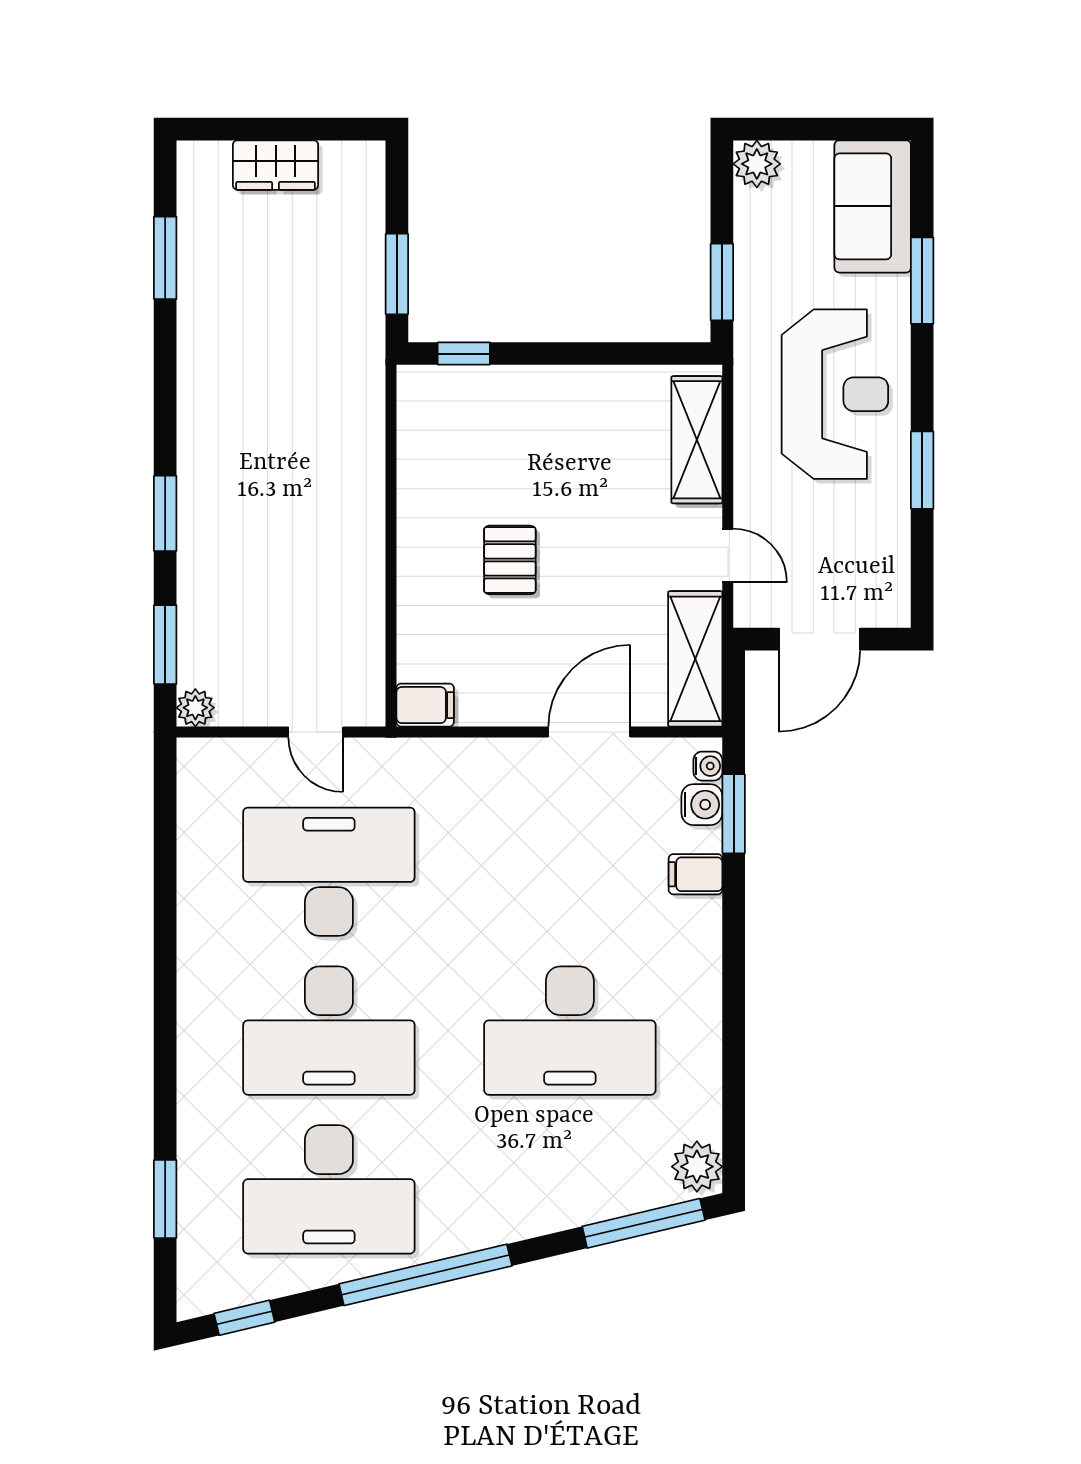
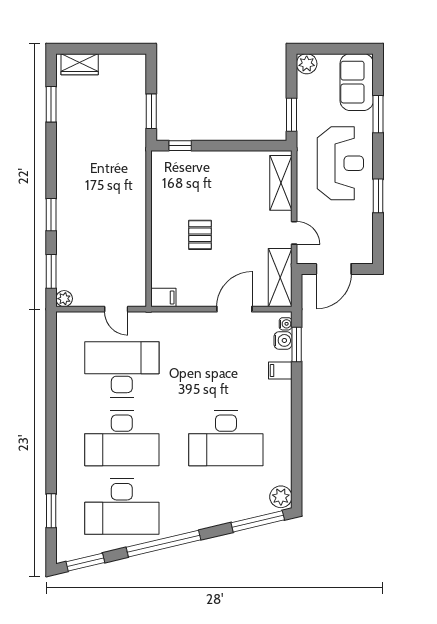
wardrobe: (276, 165) -> (80, 64), moved
window: (244, 1318) -> (85, 562), width x1.50

